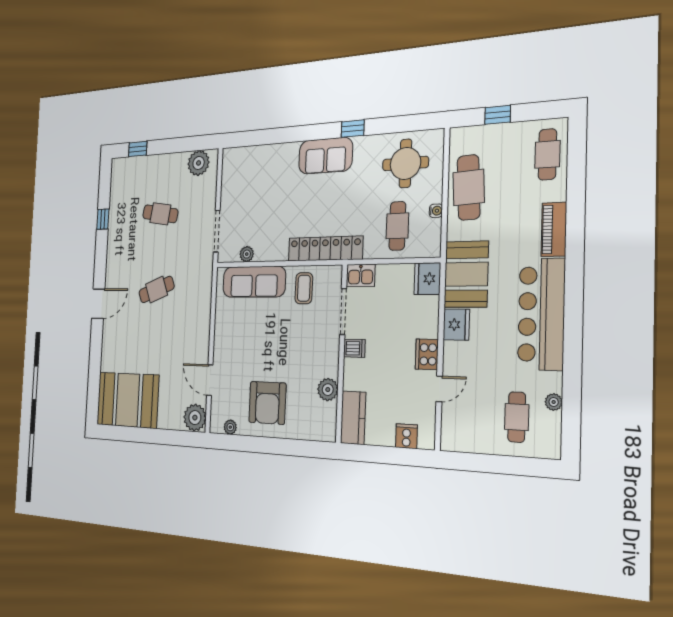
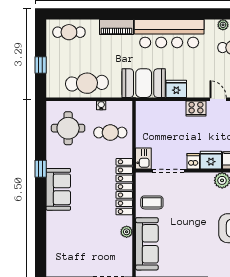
plant: (247, 254) -> (127, 232), moved
fridge: (427, 279) -> (211, 160), moved, turned 180

